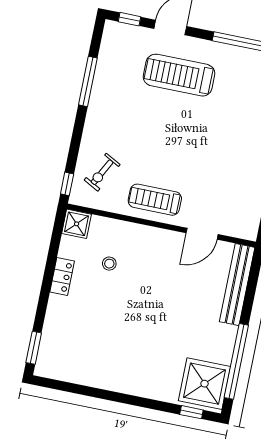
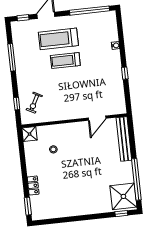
window: (67, 184) -> (17, 104), moved
treadmill: (155, 200) -> (65, 60), moved
locker: (62, 277) -> (33, 186), moved

